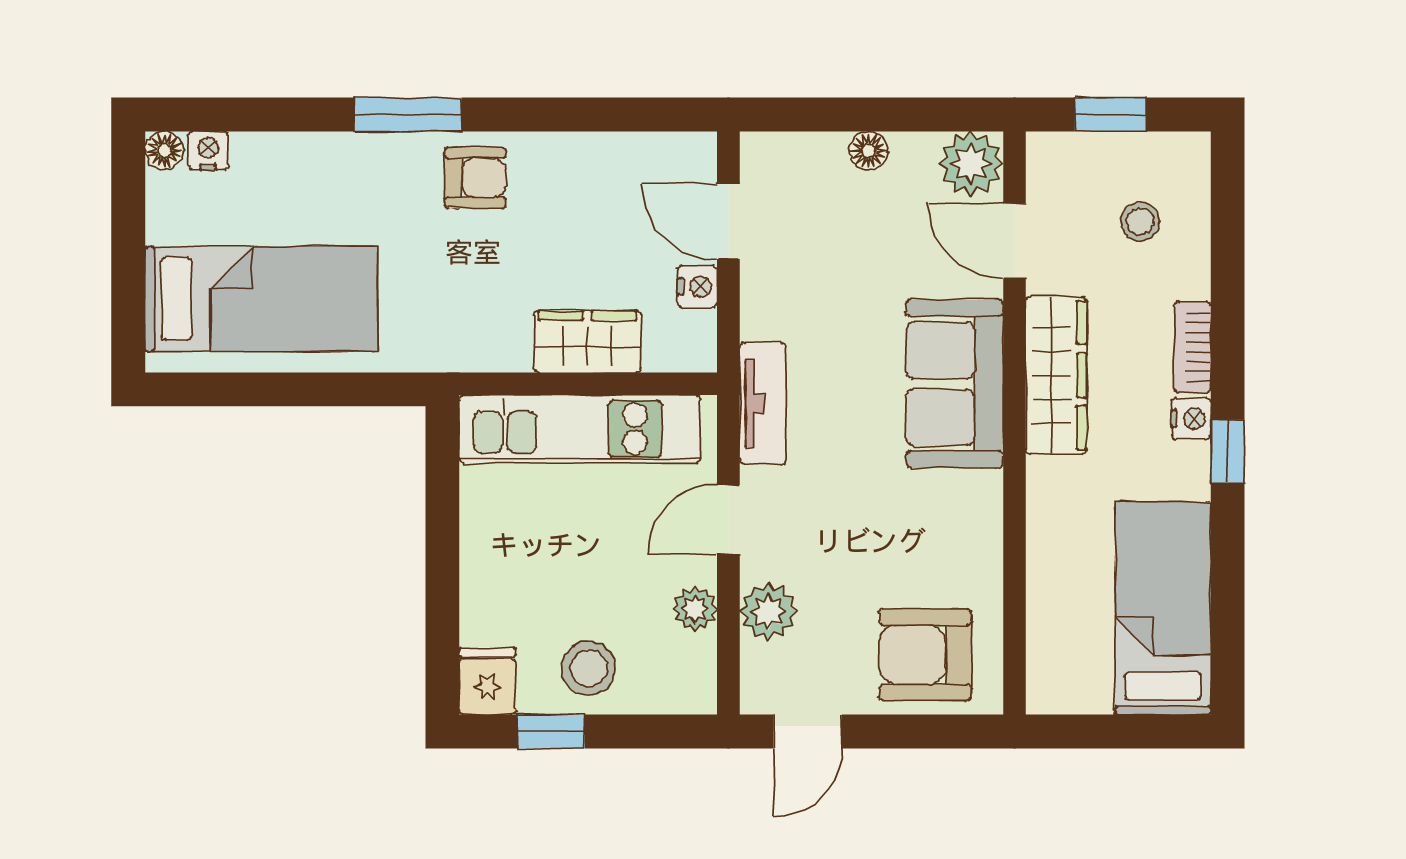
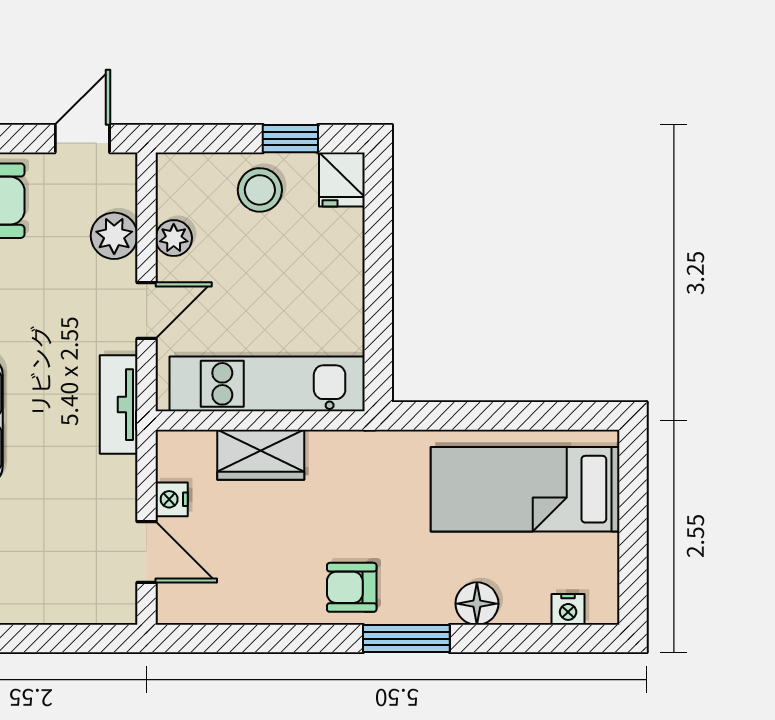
floor lamp: (164, 151) -> (477, 604), moved, width x1.37, depth x1.37
floor lamp: (868, 151) -> (33, 609), removed

